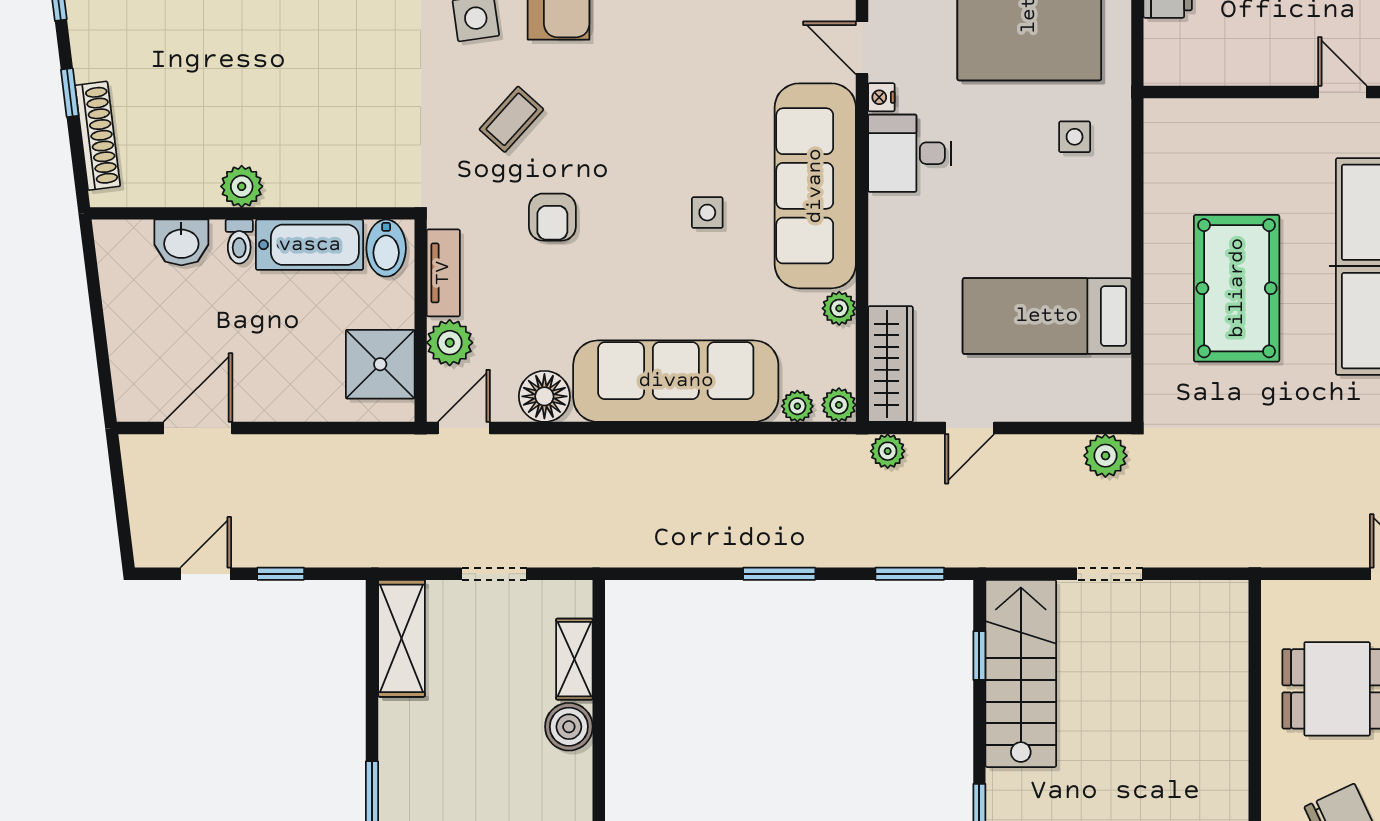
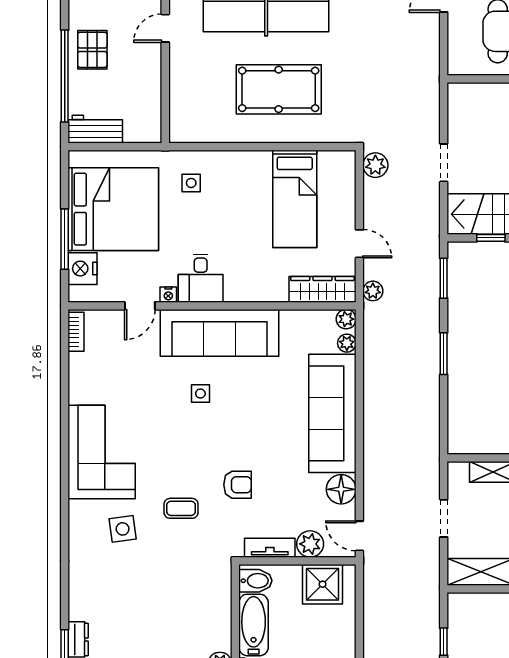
coffee table: (511, 119) -> (181, 508), turned -42
side table: (707, 213) -> (200, 394), moved
plant: (839, 308) -> (290, 319), removed

